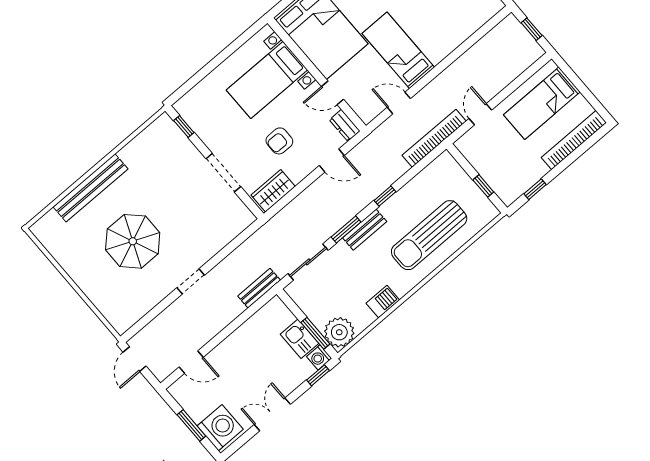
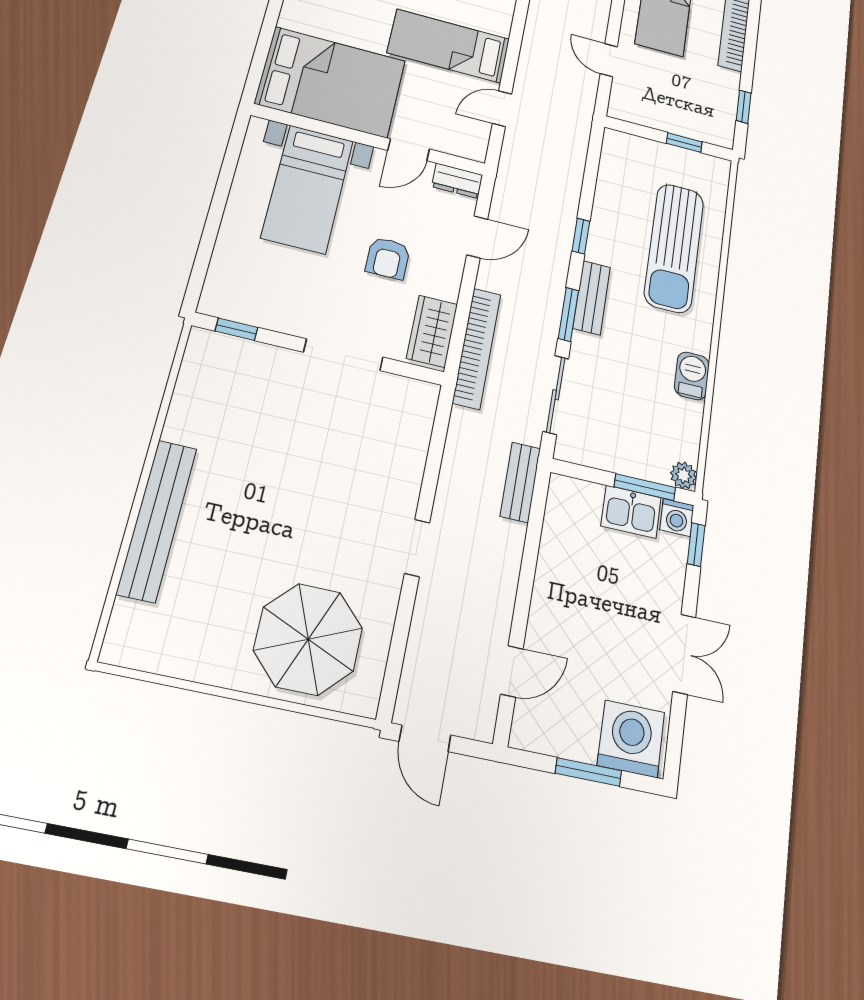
bookcase: (434, 138) -> (477, 348), moved, turned 180
parasol: (133, 241) -> (308, 639), moved
plant: (339, 332) -> (684, 475), width x0.53, depth x0.53
double door: (272, 414) -> (684, 654), swing flipped

